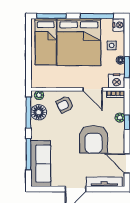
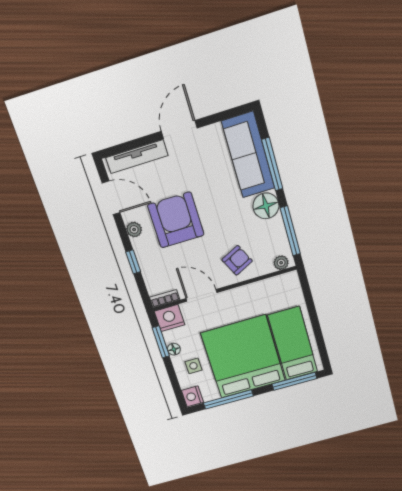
floor lamp: (39, 112) -> (266, 206), moved
plant: (120, 118) -> (134, 230), moved

